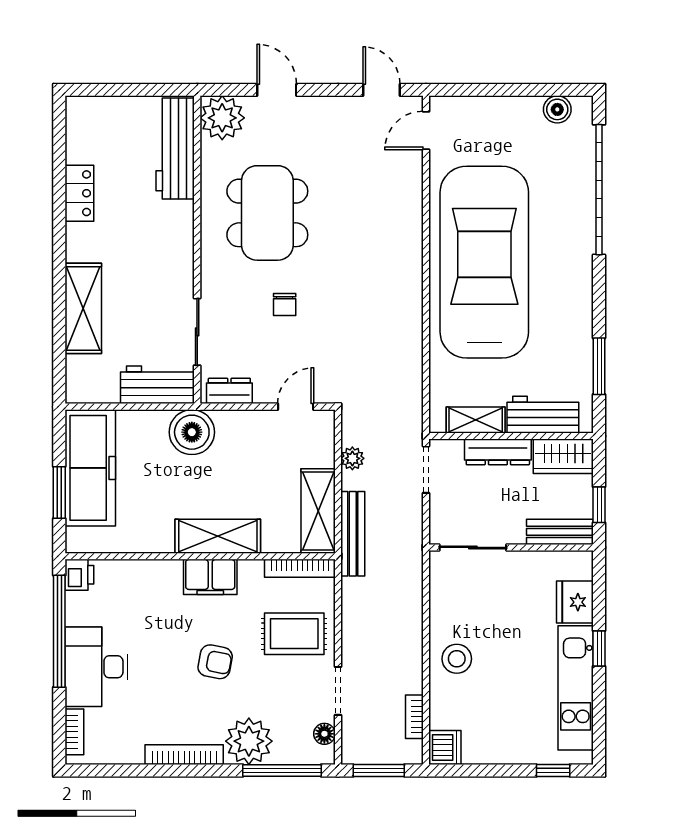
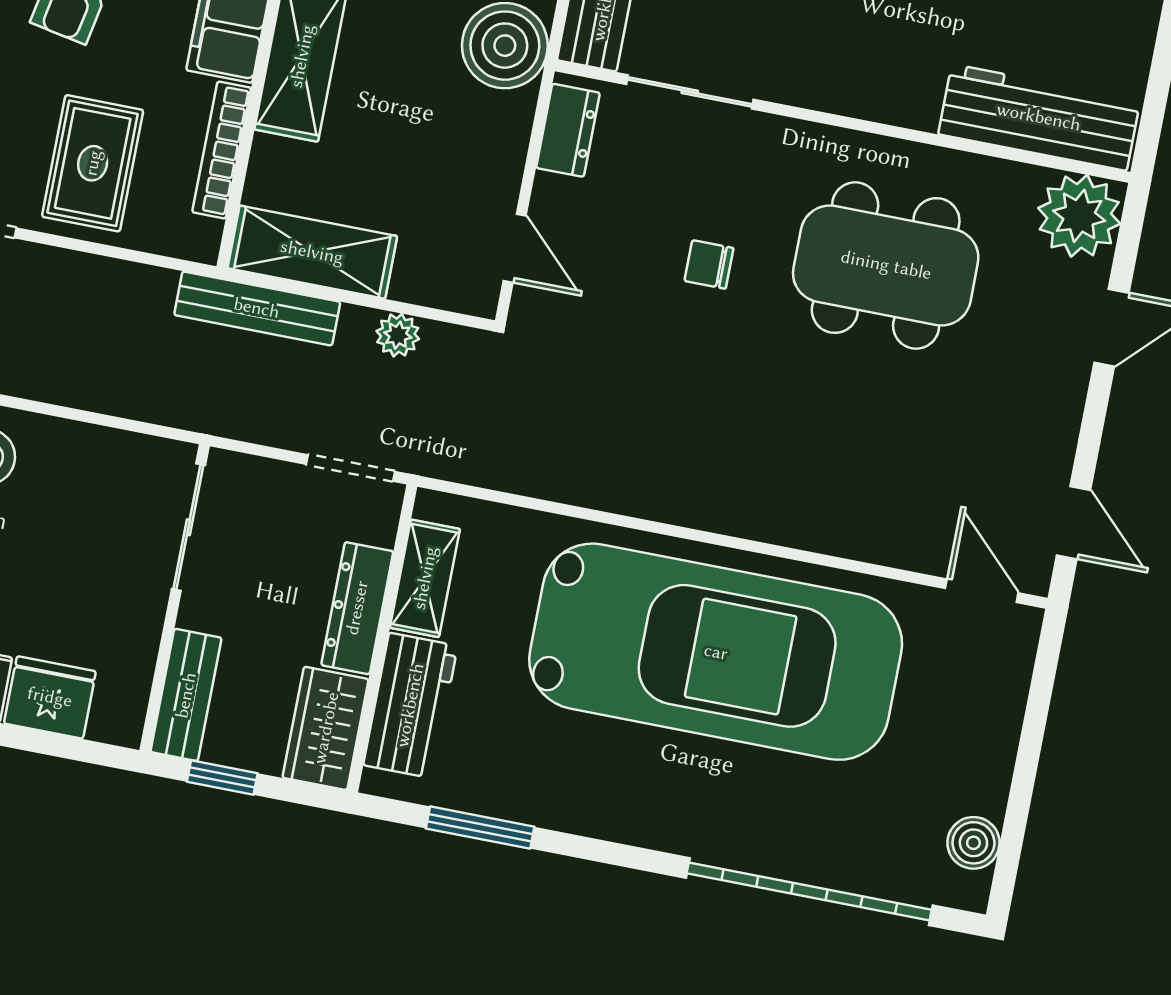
door: (381, 90) -> (1074, 523), hinge flipped
bookcase: (300, 568) -> (222, 150), moved

